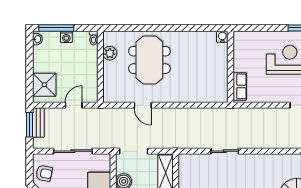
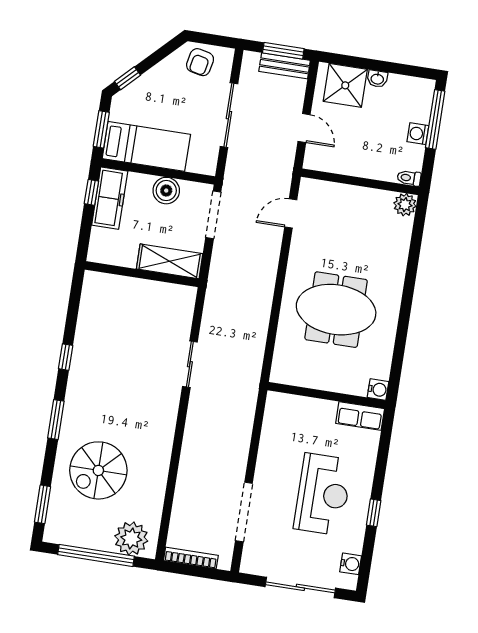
washbasin: (37, 39) -> (377, 79), moved
plant: (110, 53) -> (405, 205), moved
meeting table: (149, 60) -> (336, 310), moved
row of seats: (240, 86) -> (360, 416), moved
door: (143, 105) -> (291, 213), moved

